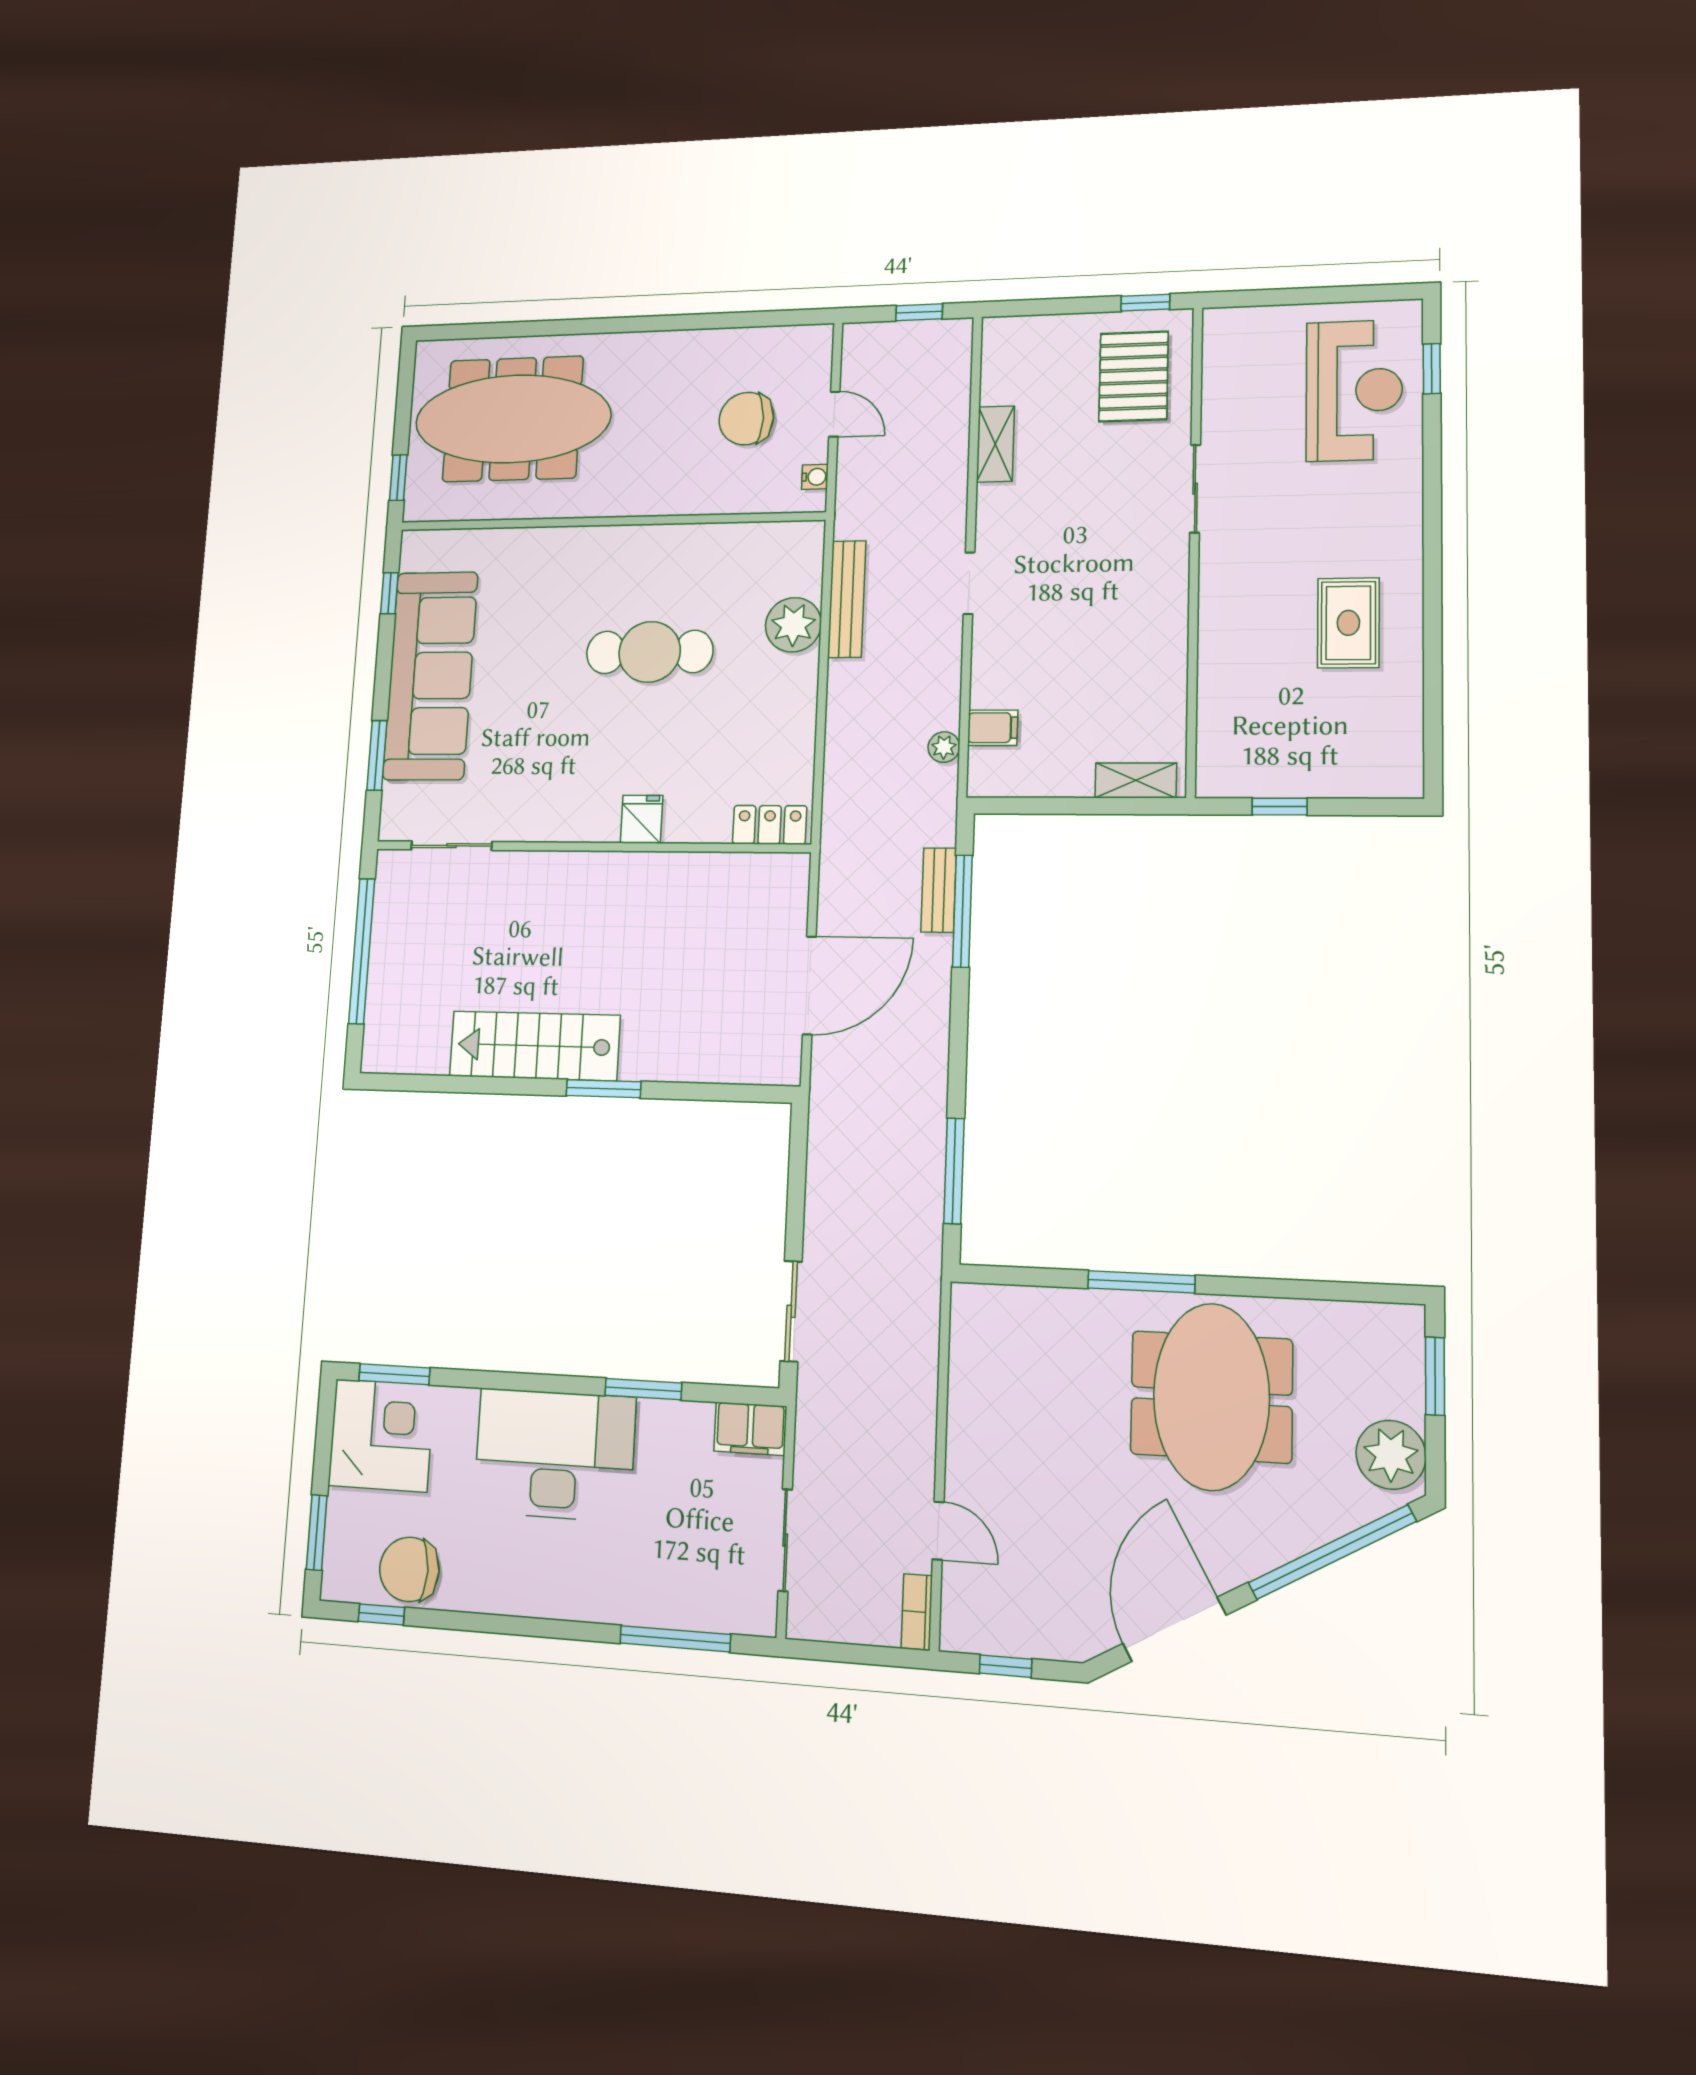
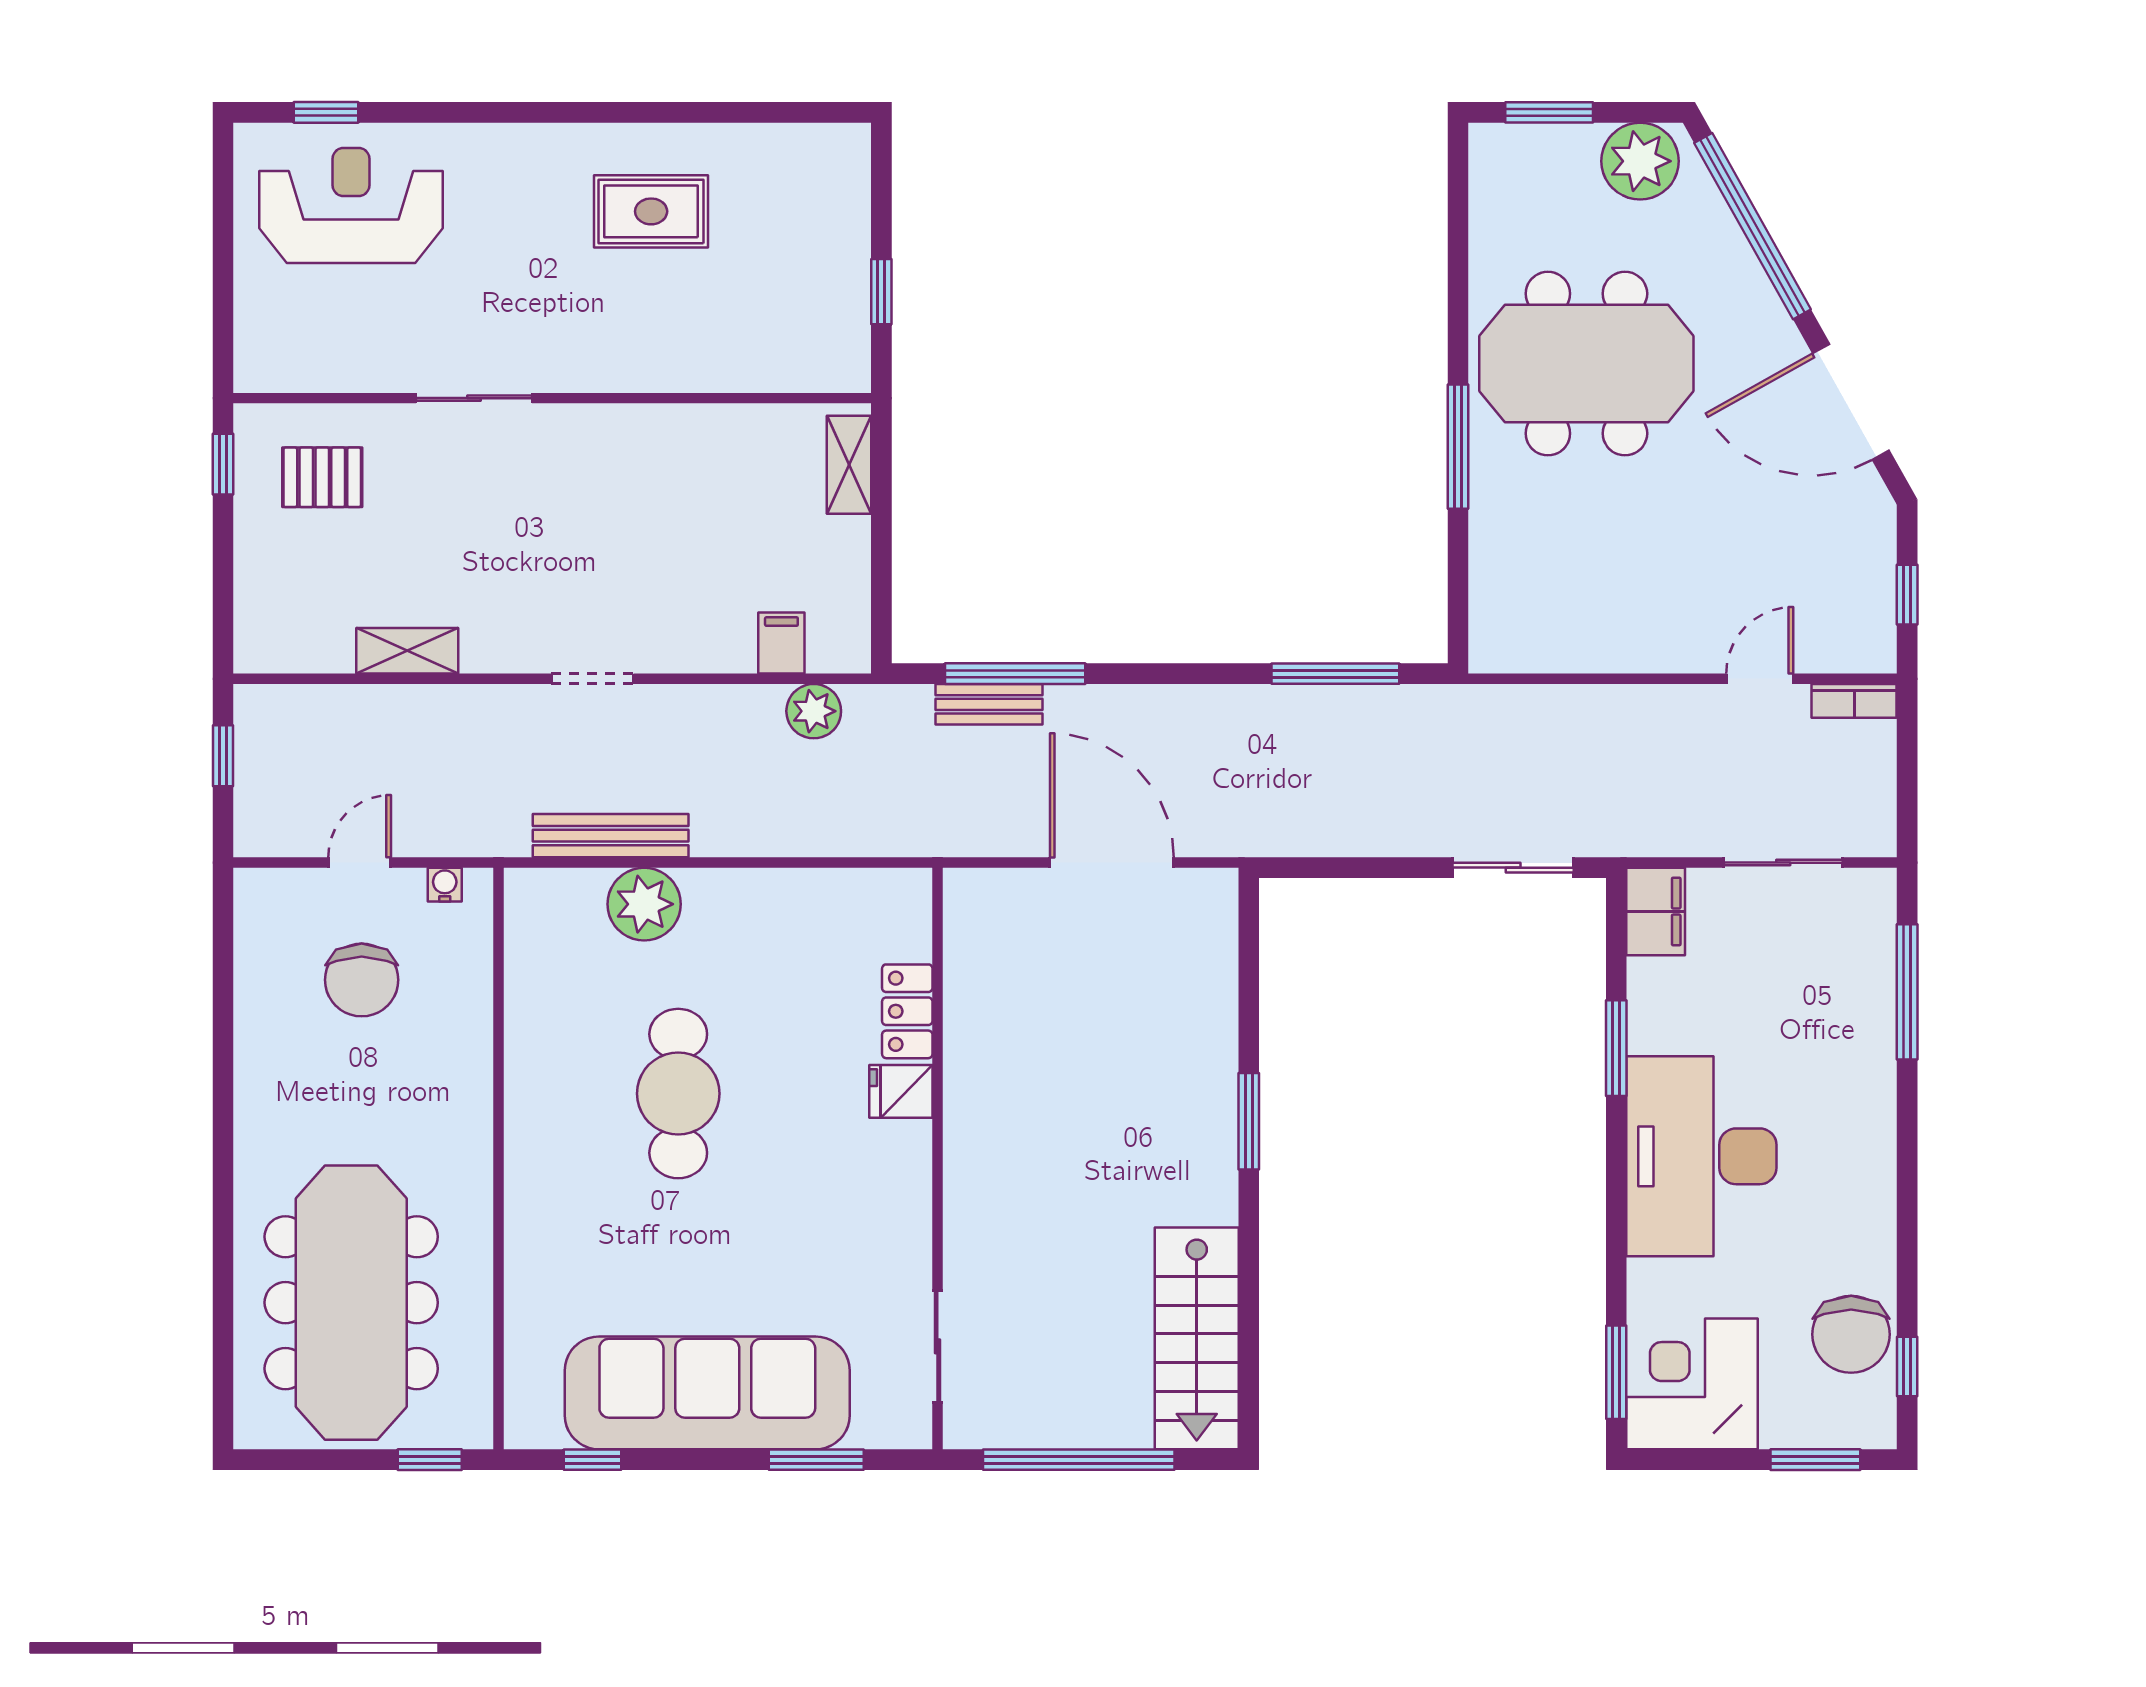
pallet: (1134, 376) -> (322, 477), width x0.67, depth x0.71
plant: (944, 747) -> (814, 711), width x1.38, depth x1.38
locker: (770, 825) -> (907, 1011), moved
stairs: (535, 1046) -> (1197, 1338), moved

